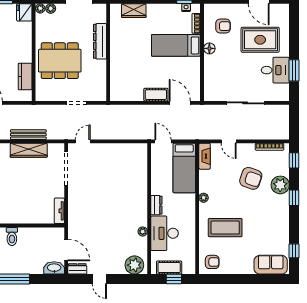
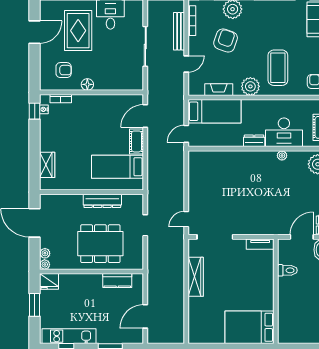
armchair: (223, 26) -> (64, 70), turned 90
dresser: (100, 41) -> (102, 201), moved
bed: (176, 45) -> (117, 167), moved, turned 90
dining table: (60, 61) -> (100, 244), turned 90
bench: (28, 135) -> (179, 31), moved
door: (83, 141) -> (186, 219), hinge flipped
fireplace: (205, 156) -> (219, 90), moved
plant: (204, 198) -> (250, 86), width x1.87, depth x1.87
toilet: (12, 236) -> (287, 270), moved

